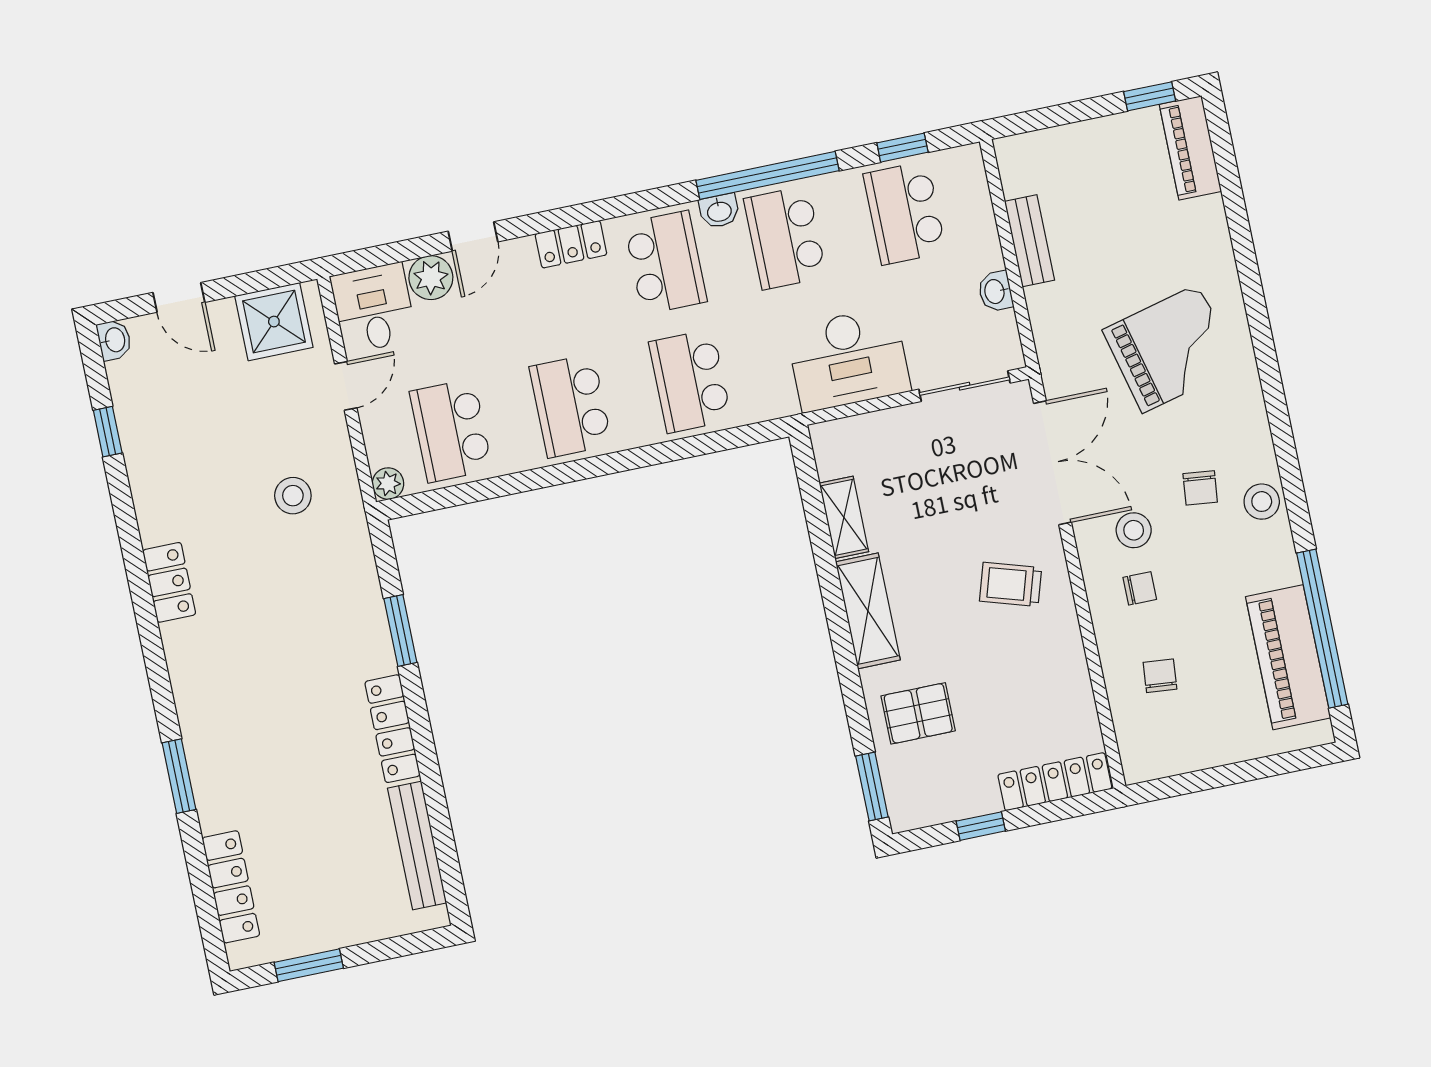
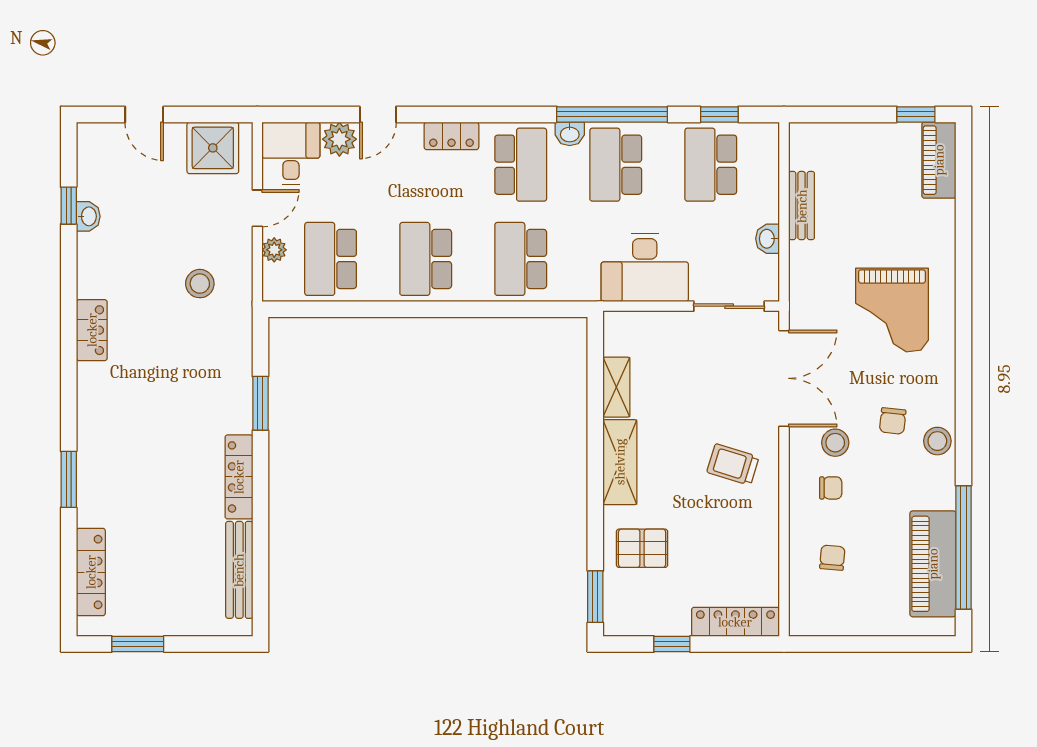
washbasin: (114, 340) -> (88, 216), moved
grand piano: (1170, 349) -> (892, 310), turned 104
plant: (388, 484) -> (274, 250), moved

